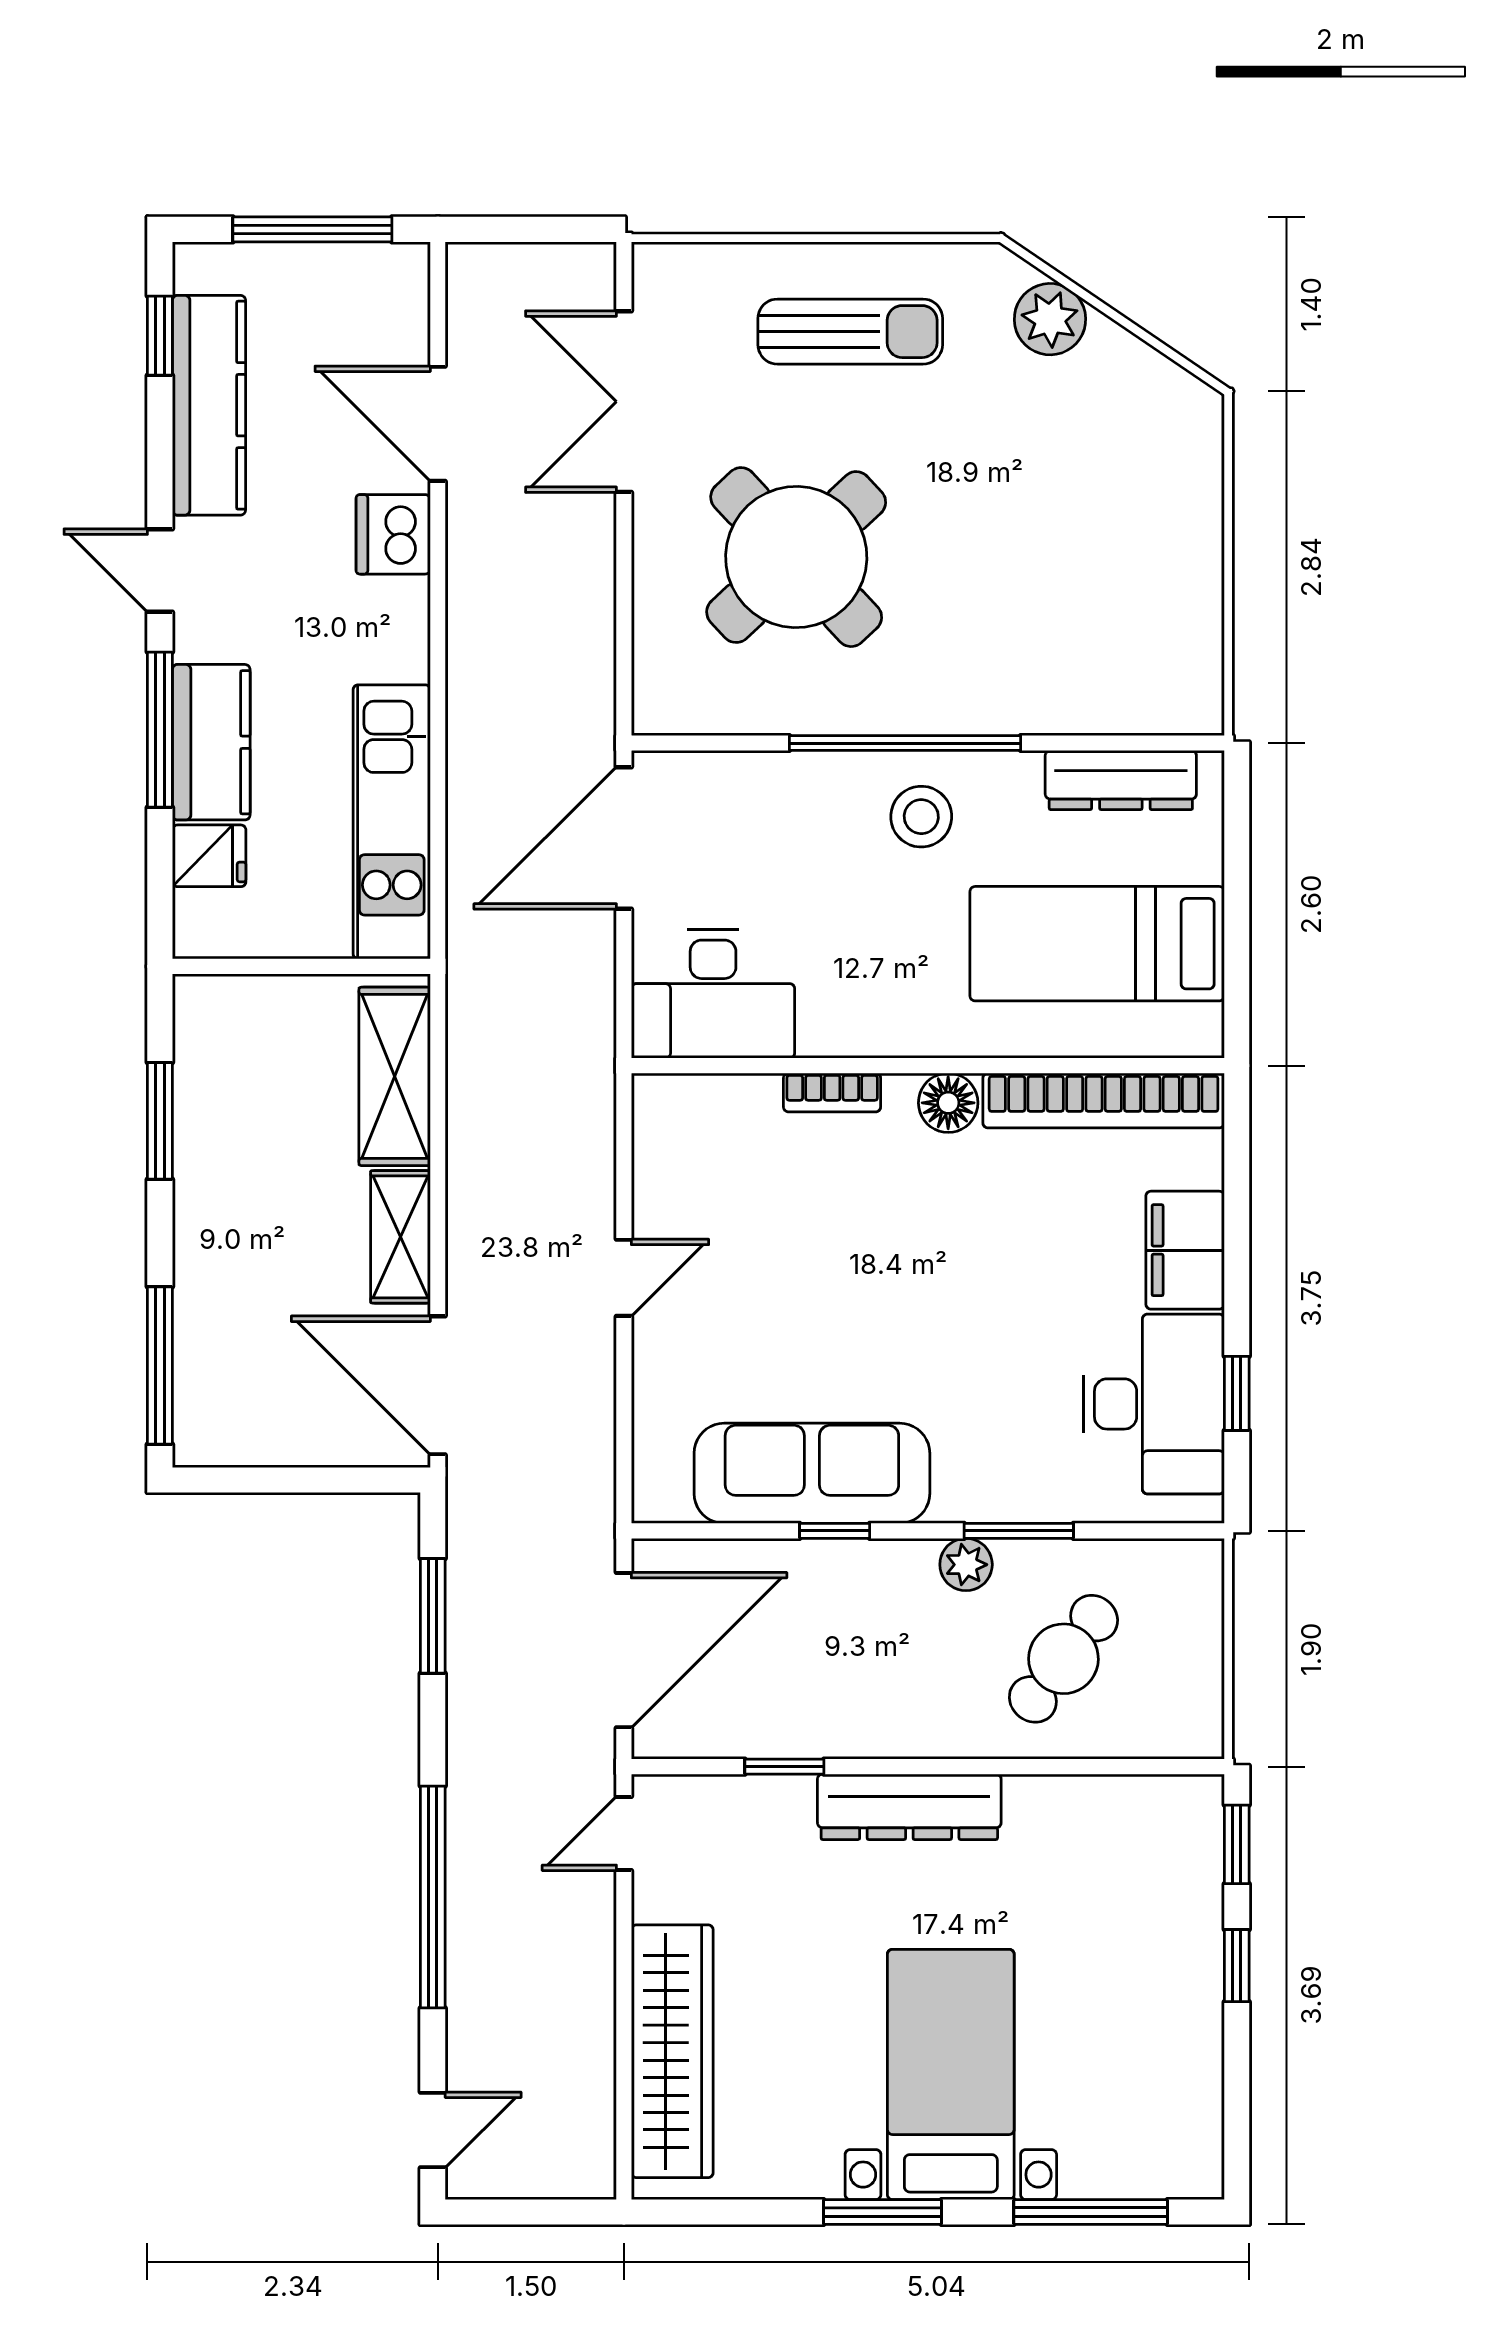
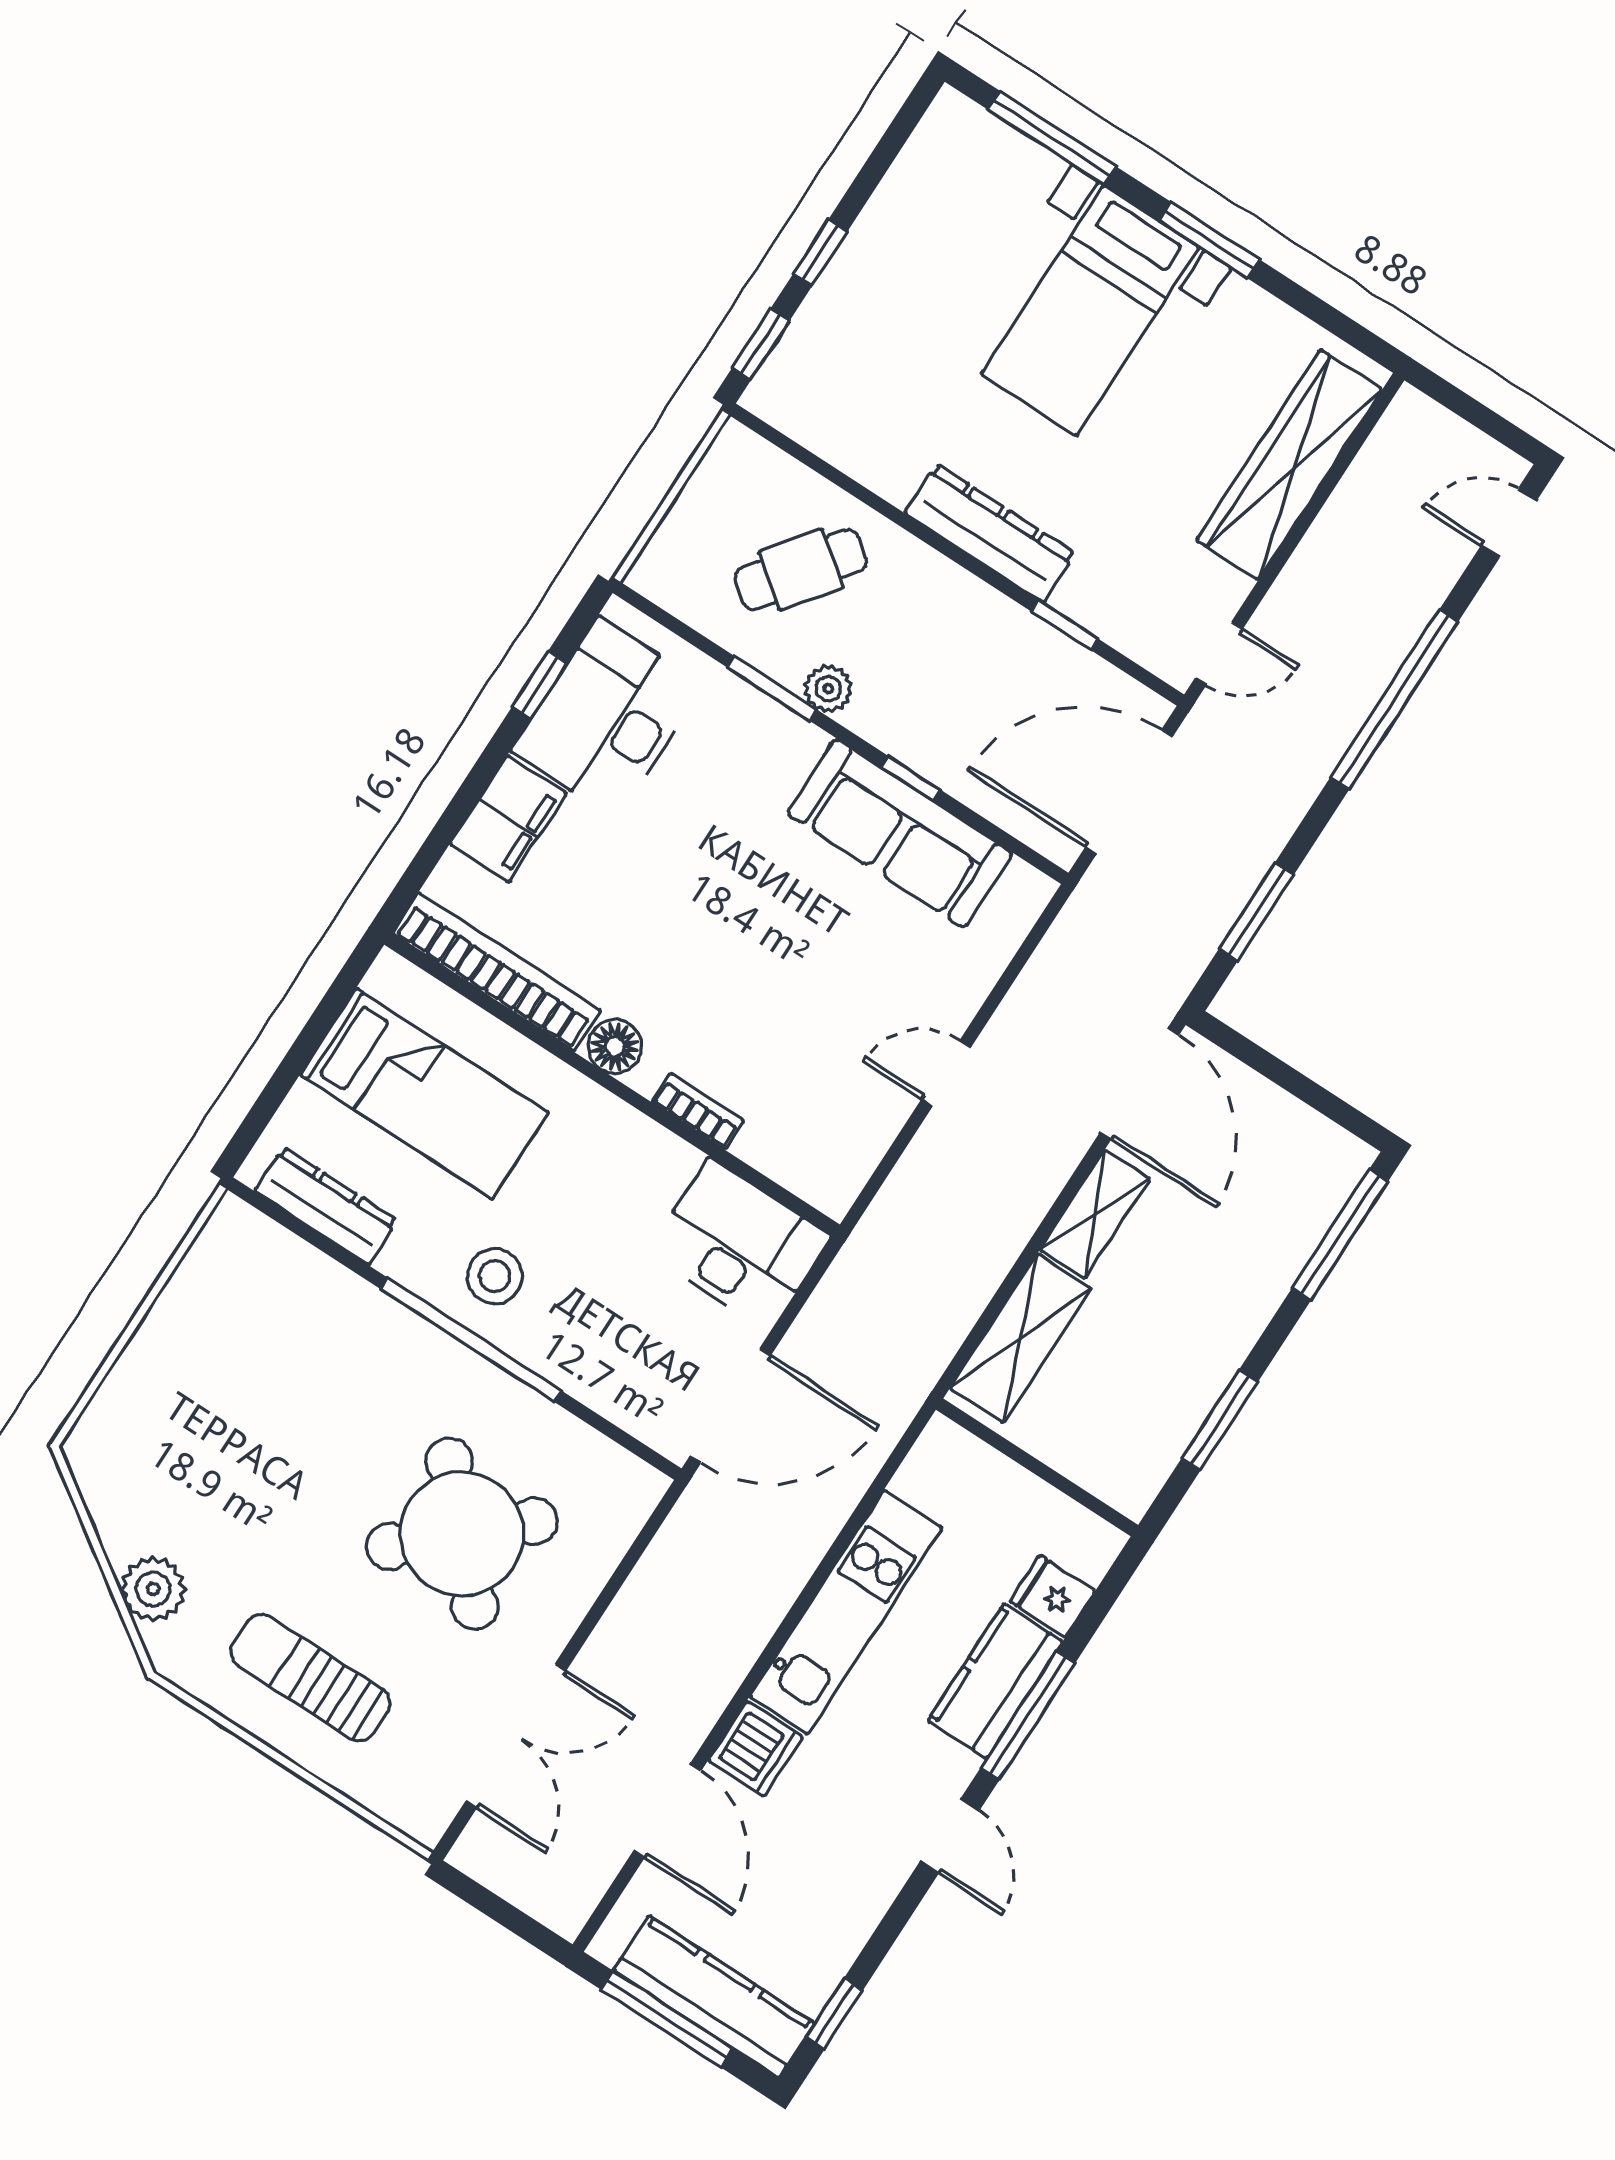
kitchen counter: (209, 405) -> (714, 1997), moved, turned 90
kitchen unit: (392, 822) -> (846, 1612), moved

